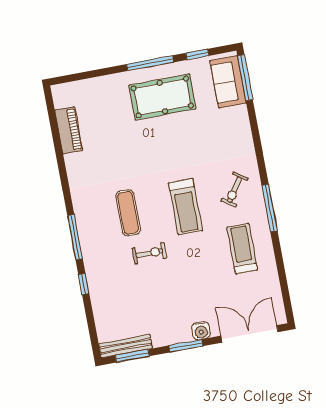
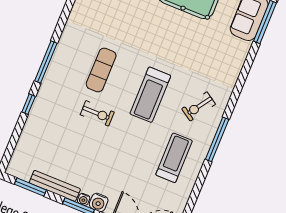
water cooler: (186, 336) -> (84, 199), added
bench: (126, 346) -> (55, 186), moved

